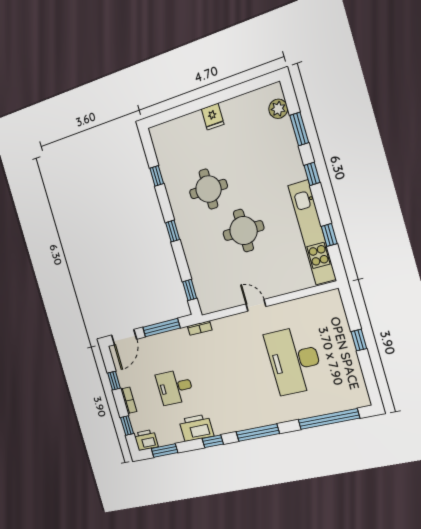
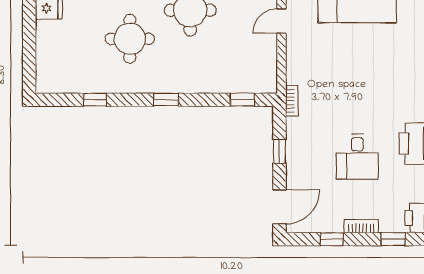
window: (161, 328) -> (279, 151), width x0.46
door: (124, 337) -> (279, 207), hinge flipped

